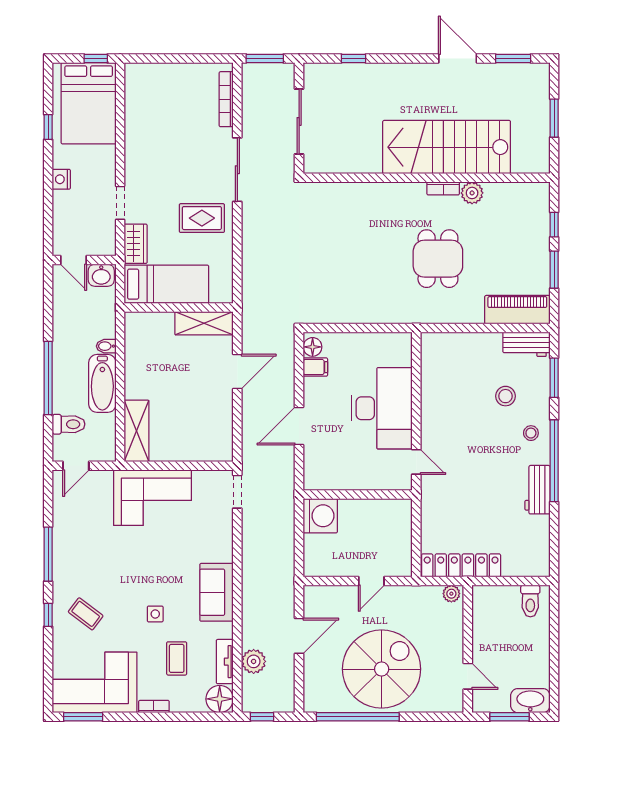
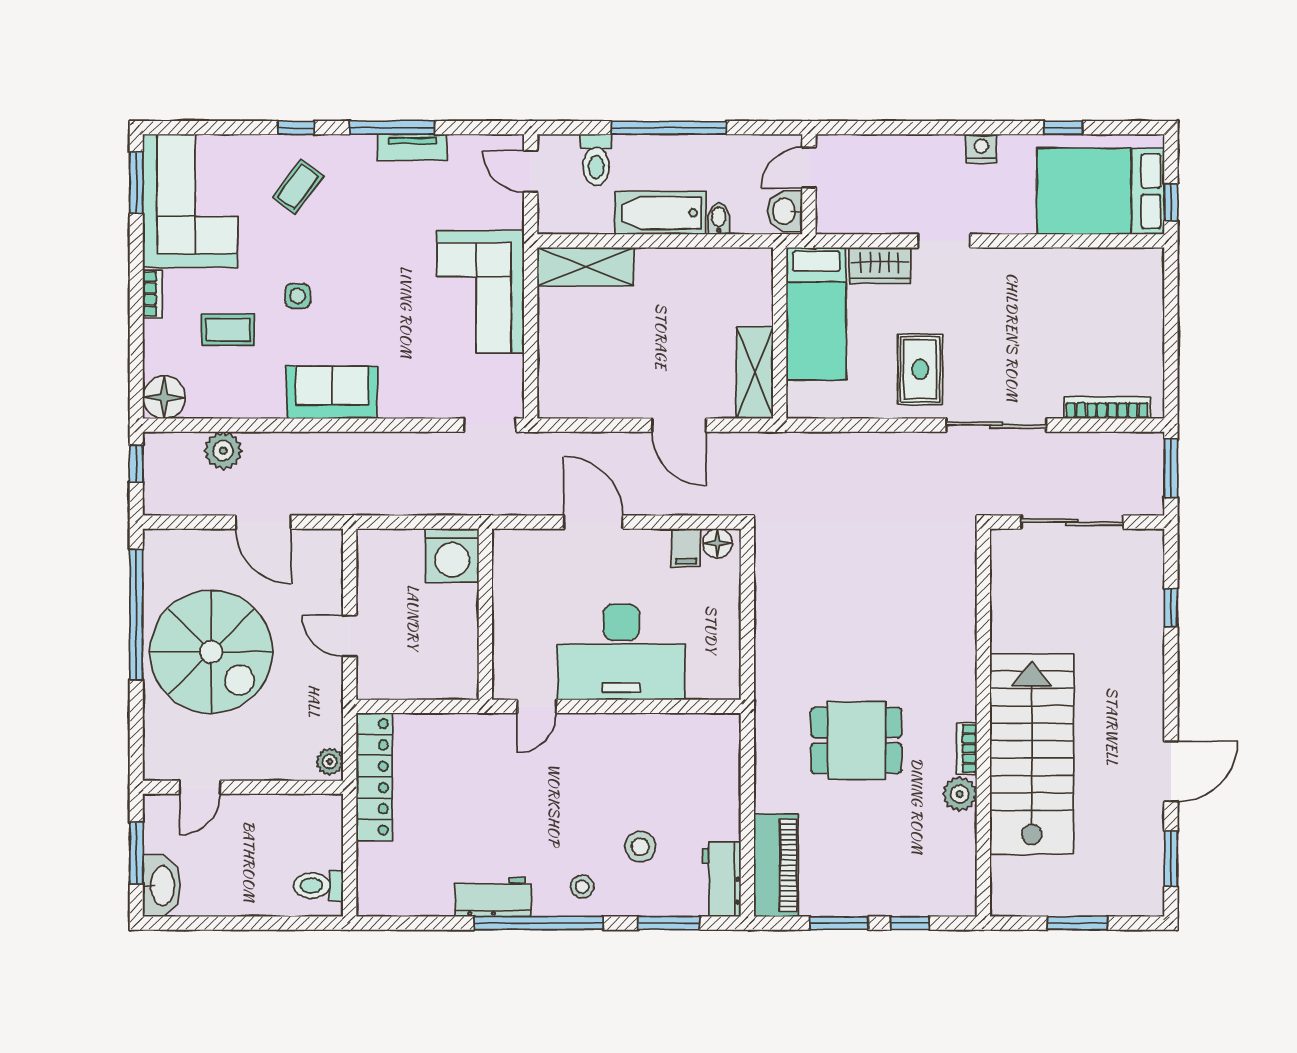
door: (74, 260) -> (809, 168), moved
wall: (84, 260) -> (809, 184), moved
washbasin: (101, 275) -> (785, 211), moved
tv unit: (225, 662) -> (412, 147), moved, turned 180

